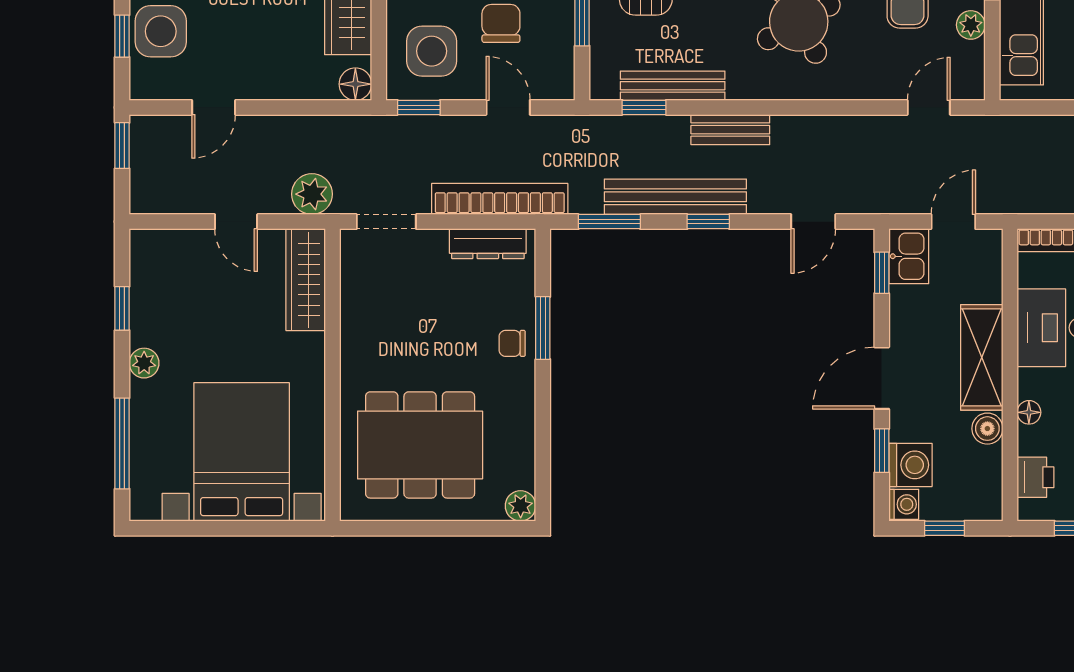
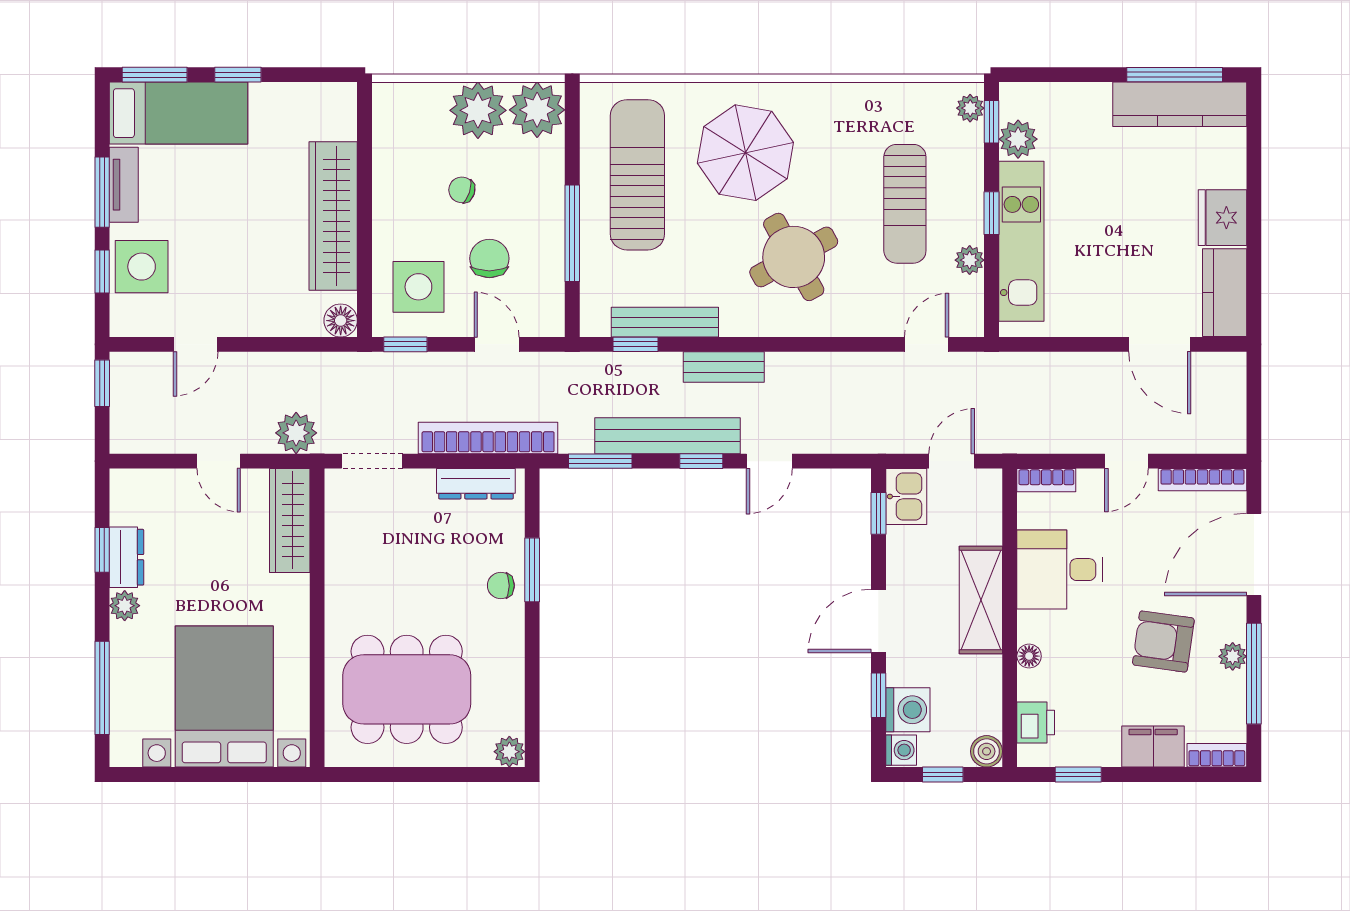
door: (813, 222) -> (769, 461), moved
dresser: (146, 316) -> (126, 557), added
boiler: (987, 429) -> (987, 751), moved

